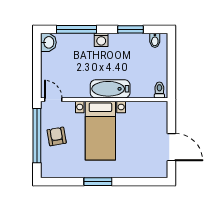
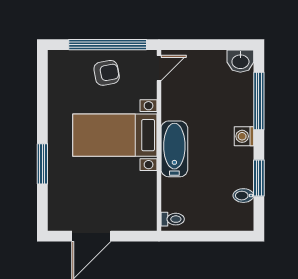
bidet: (155, 40) -> (243, 196), moved
window: (98, 182) -> (42, 164), moved

